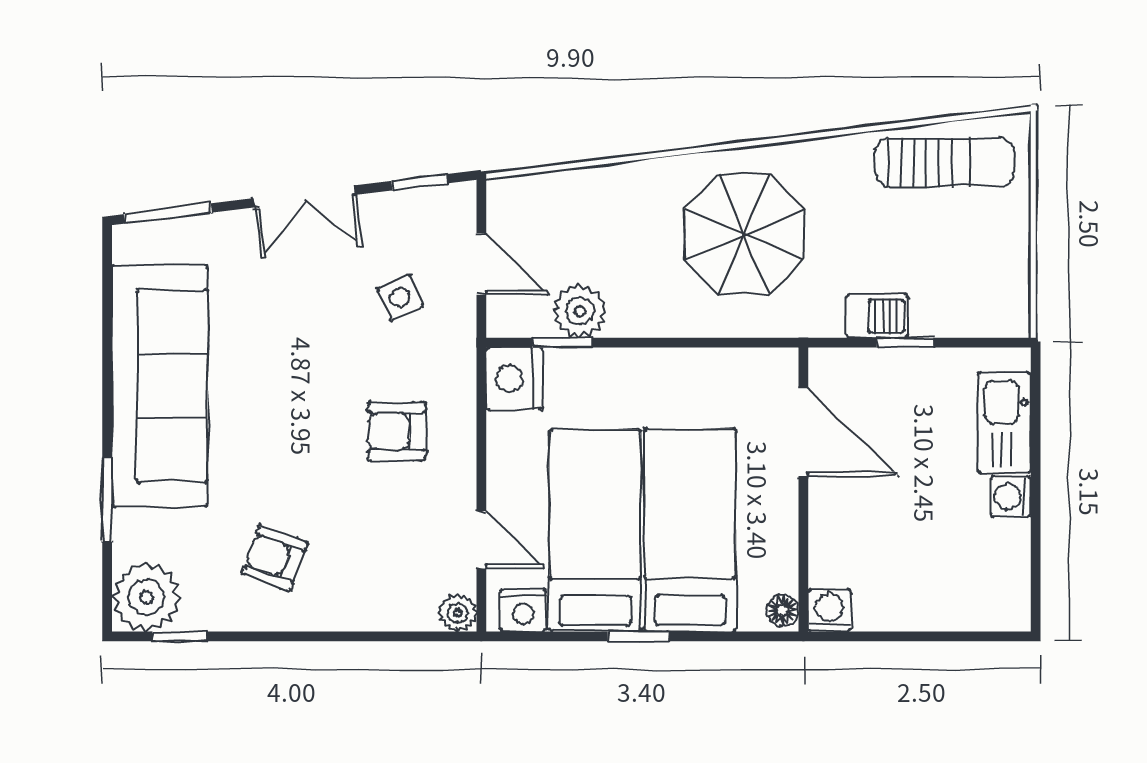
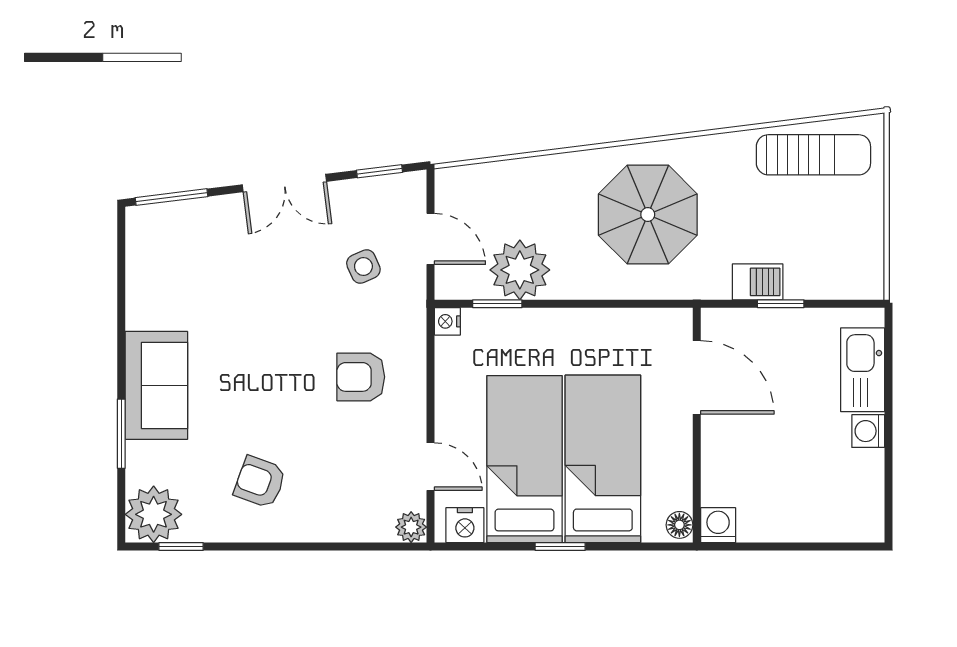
plant: (580, 311) -> (520, 270), width x1.36, depth x1.36
nightstand: (514, 379) -> (447, 321), width x0.53, depth x0.56
sofa: (160, 386) -> (156, 385), width x0.54, depth x0.79

